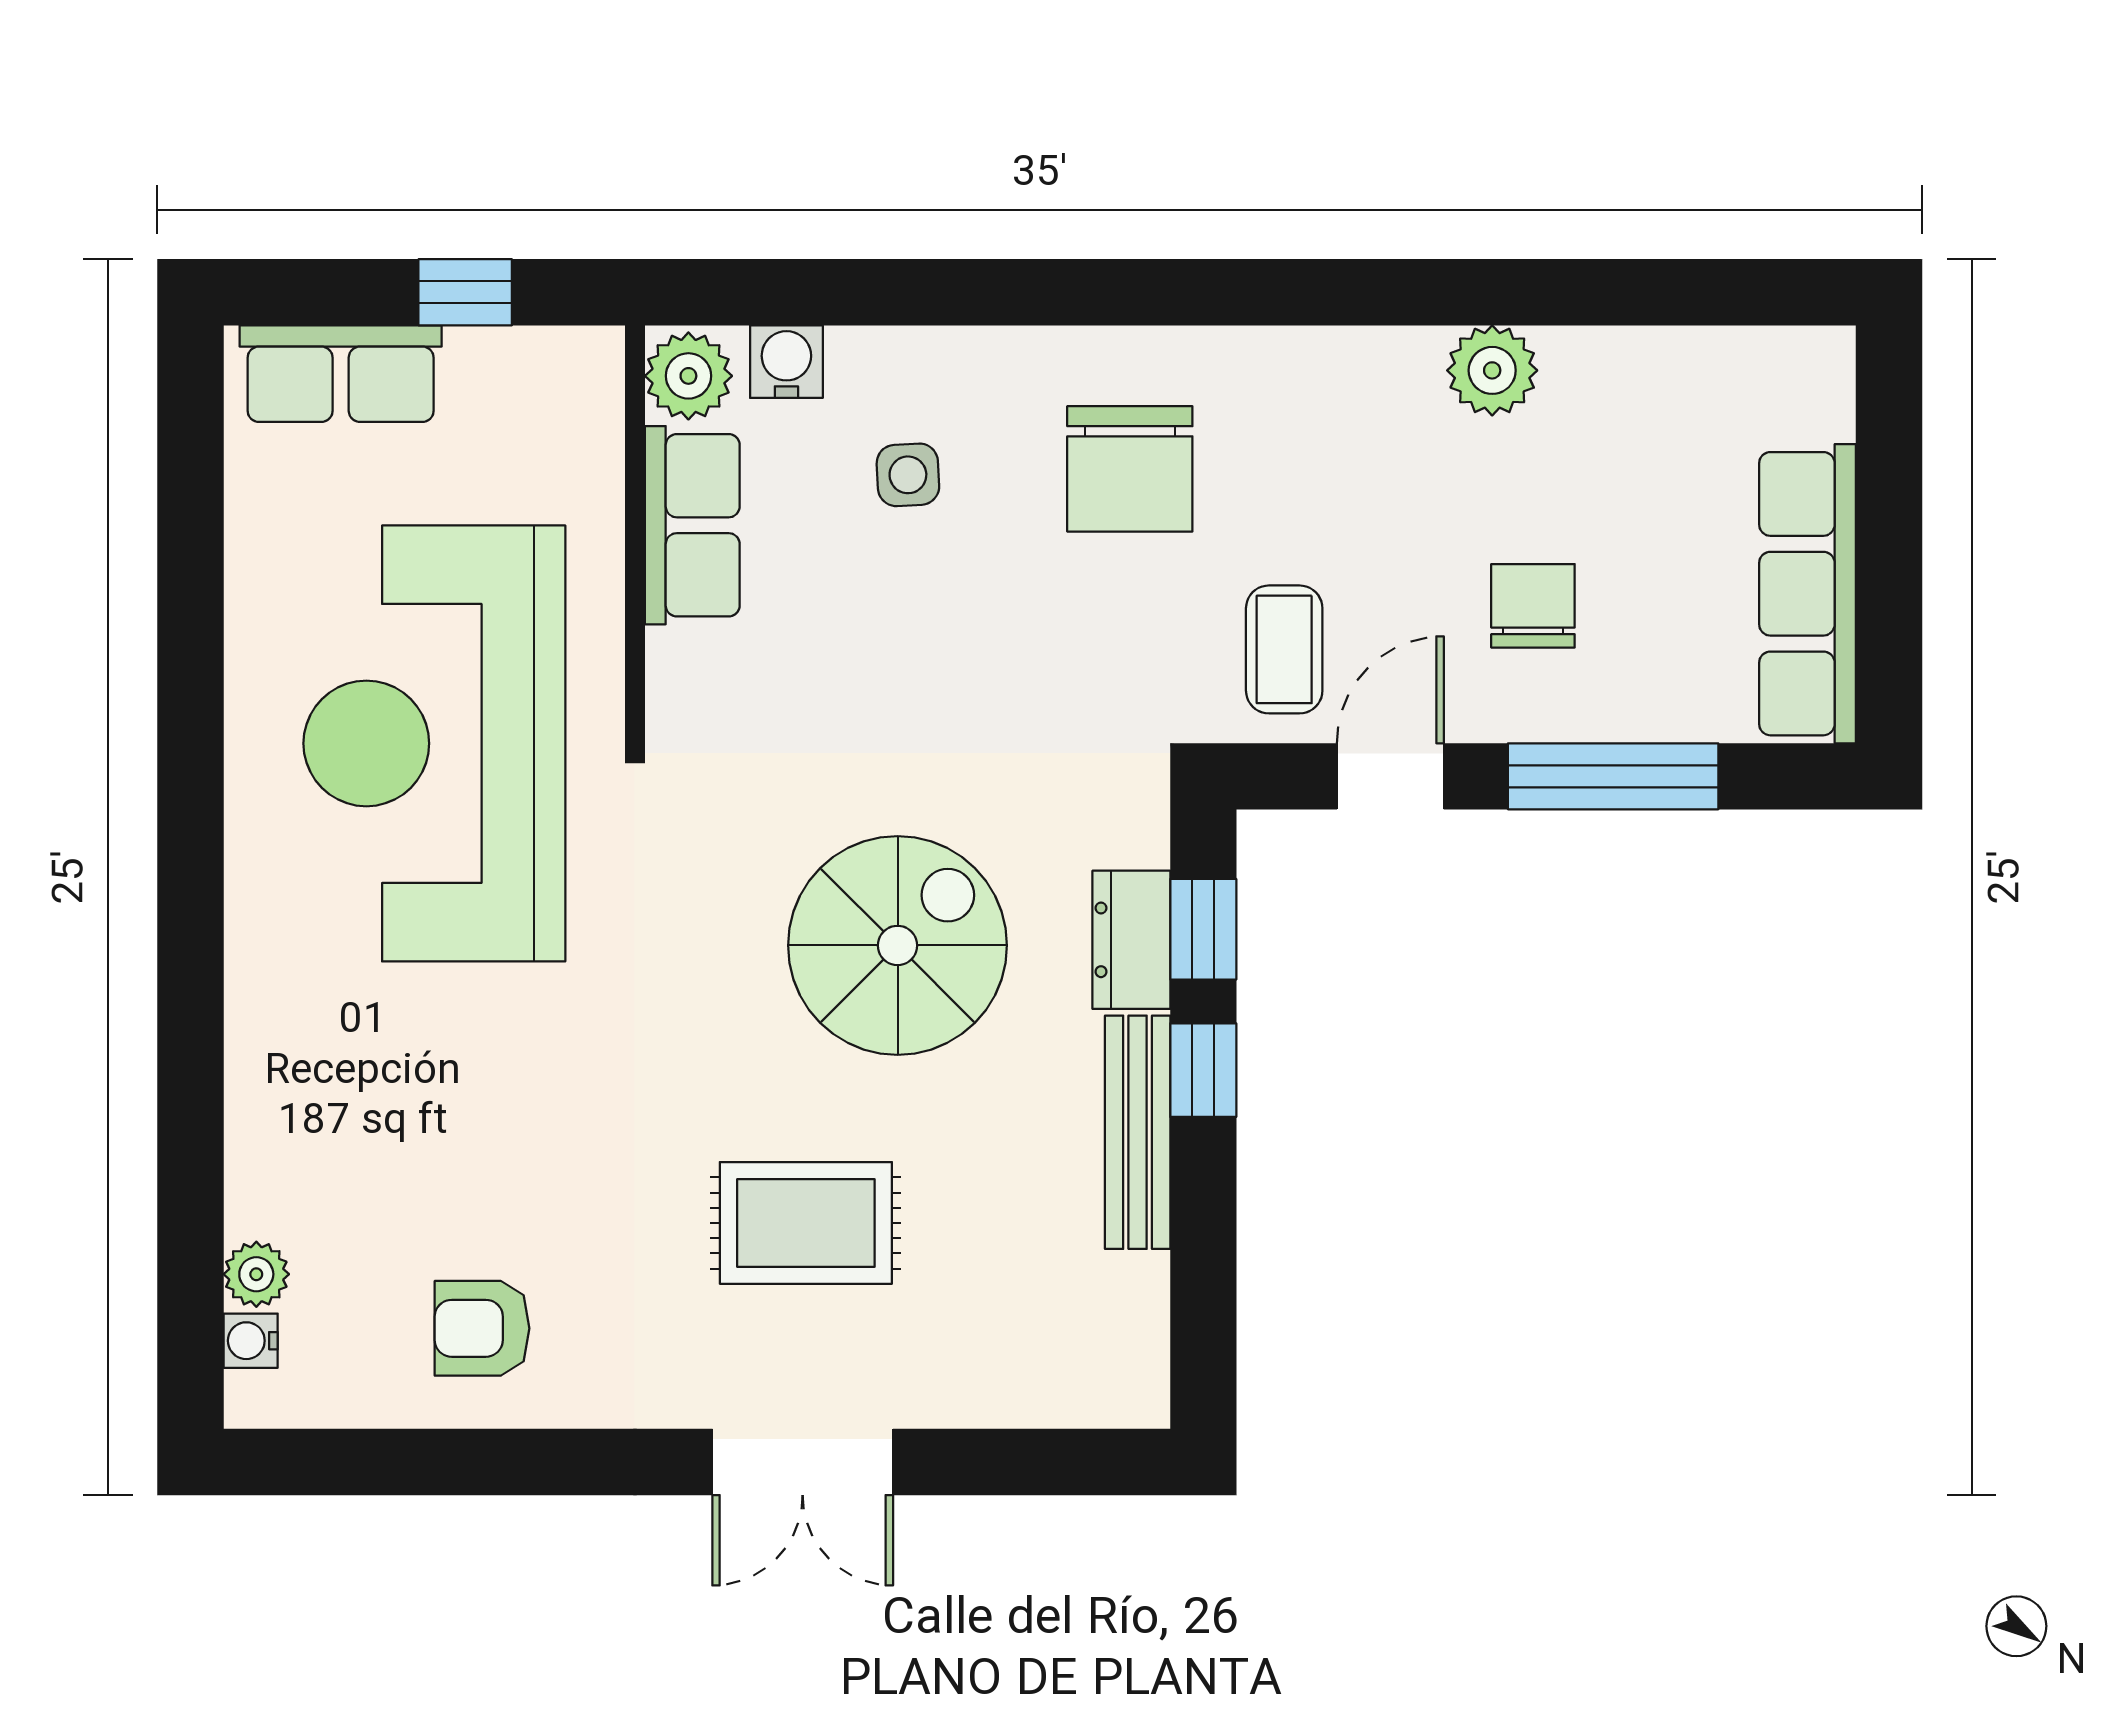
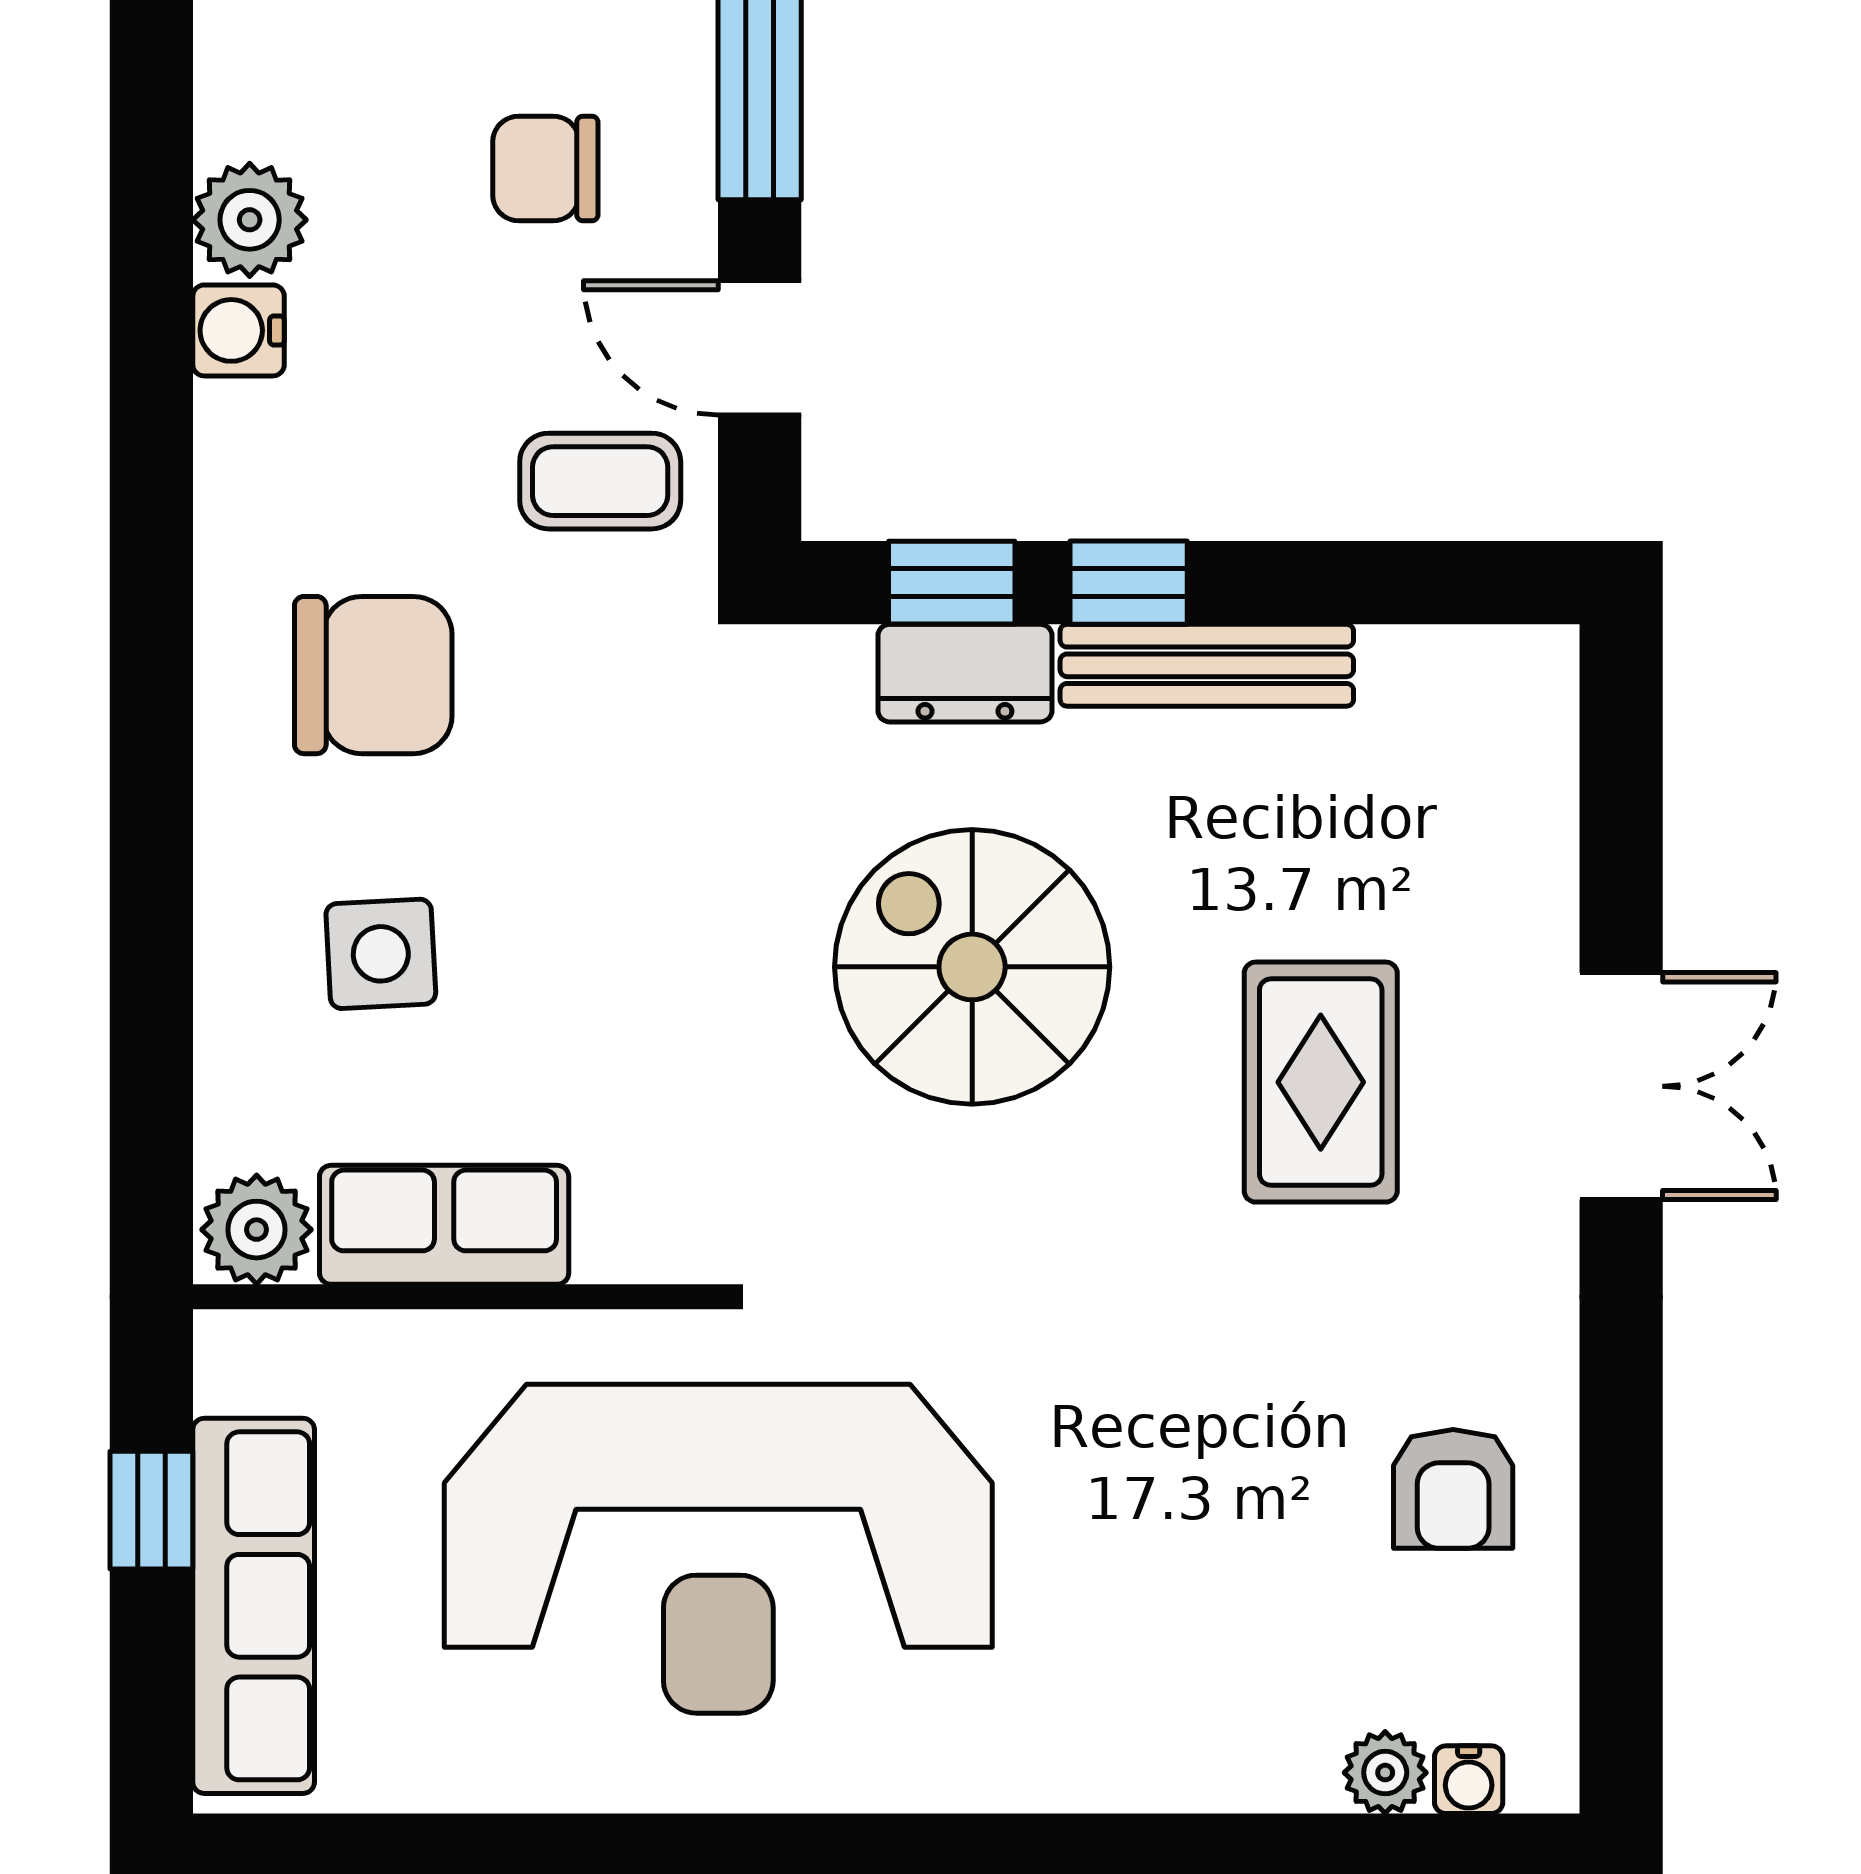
water cooler: (786, 362) -> (239, 330), moved
row of seats: (341, 374) -> (254, 1606), width x1.48
side table: (908, 475) -> (381, 954), width x1.37, depth x1.37

